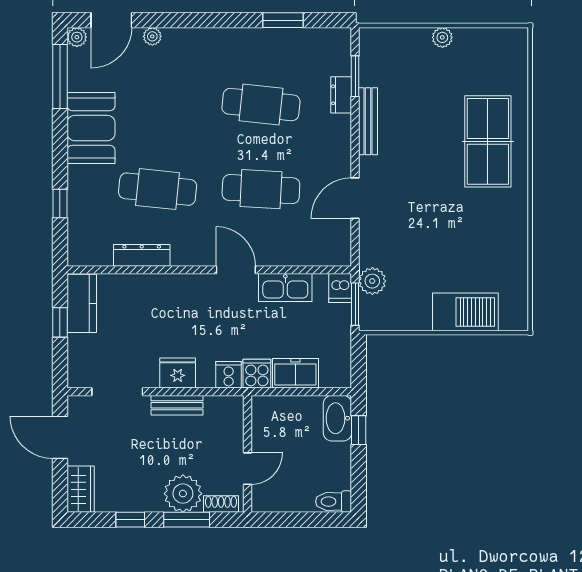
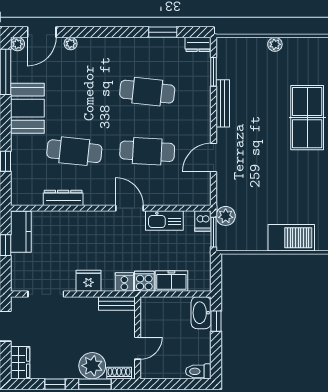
dresser: (341, 95) -> (198, 44), moved, turned -90
bench: (177, 405) -> (117, 304), moved

